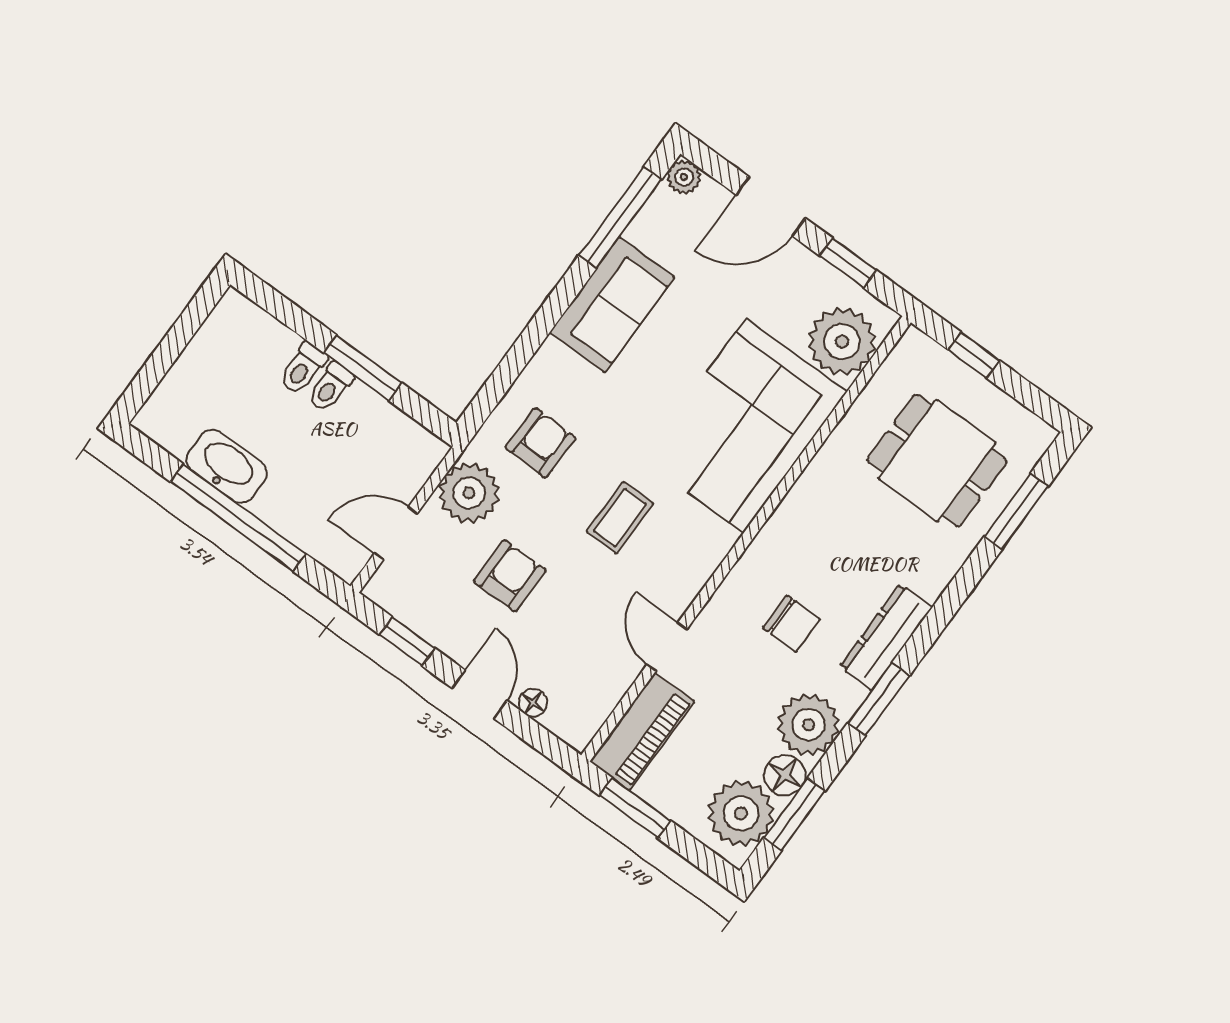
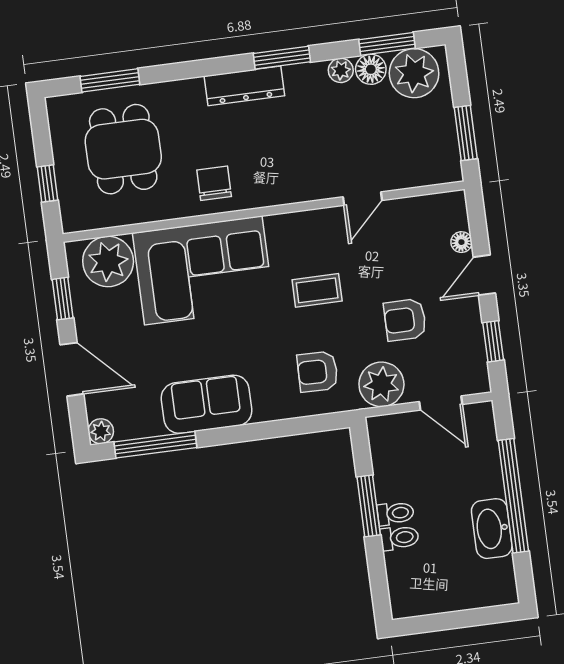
chair: (791, 624) -> (214, 183), moved
plant: (808, 725) -> (341, 70), width x0.53, depth x0.53
piano: (642, 731) -> (421, 169), removed

